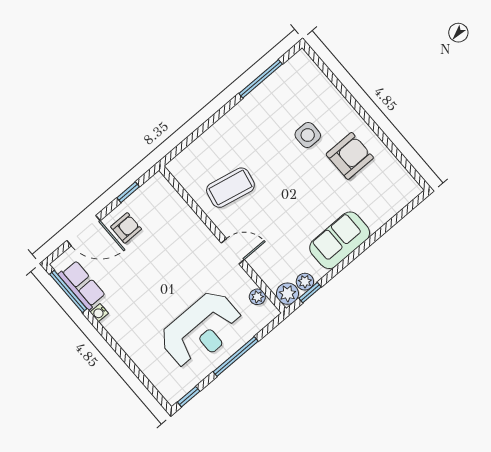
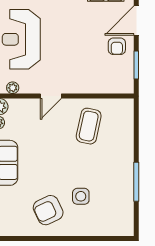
window: (261, 79) -> (136, 182), moved
armchair: (350, 156) -> (48, 210), turned 65
window: (128, 192) -> (136, 65), width x1.50

